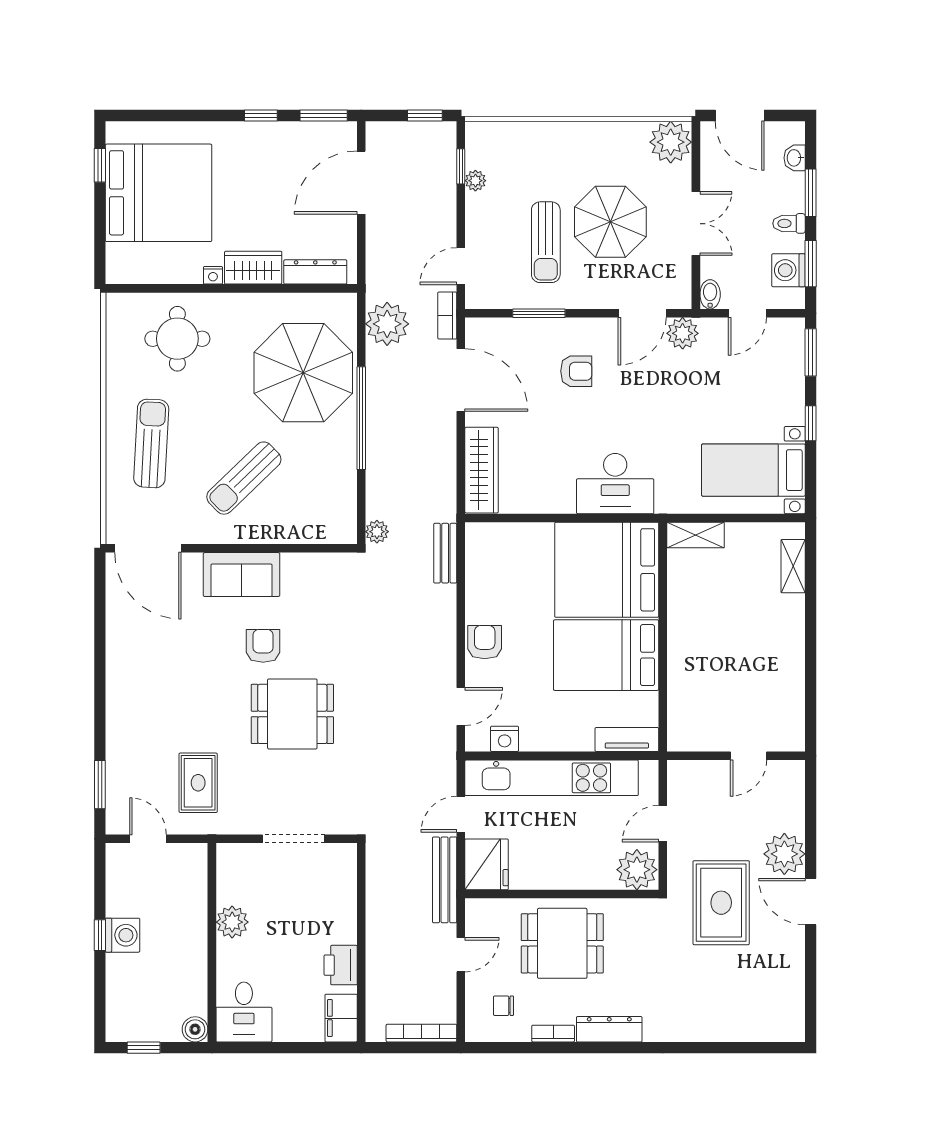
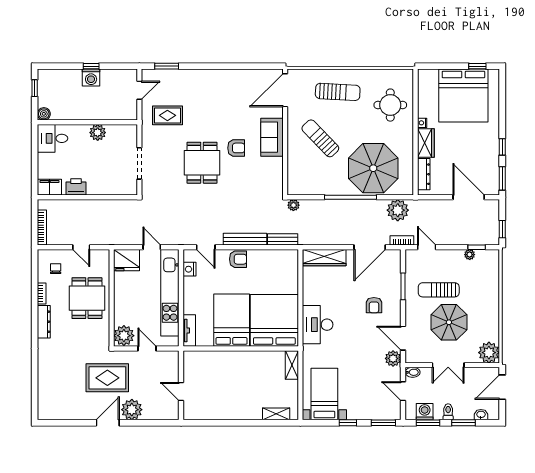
bench: (445, 880) -> (245, 239), moved

